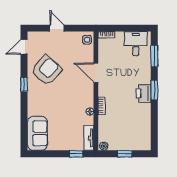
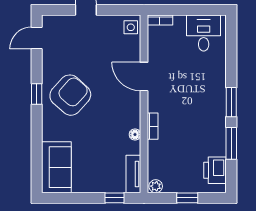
window: (154, 56) -> (231, 143), moved
armchair: (46, 70) -> (70, 95), moved
printer: (143, 94) -> (215, 170), moved

